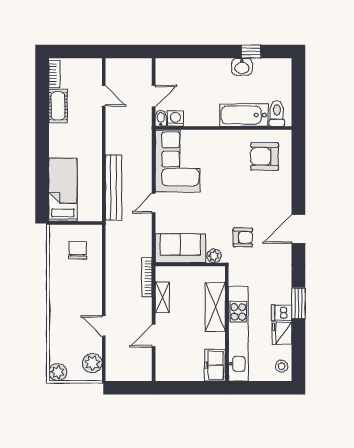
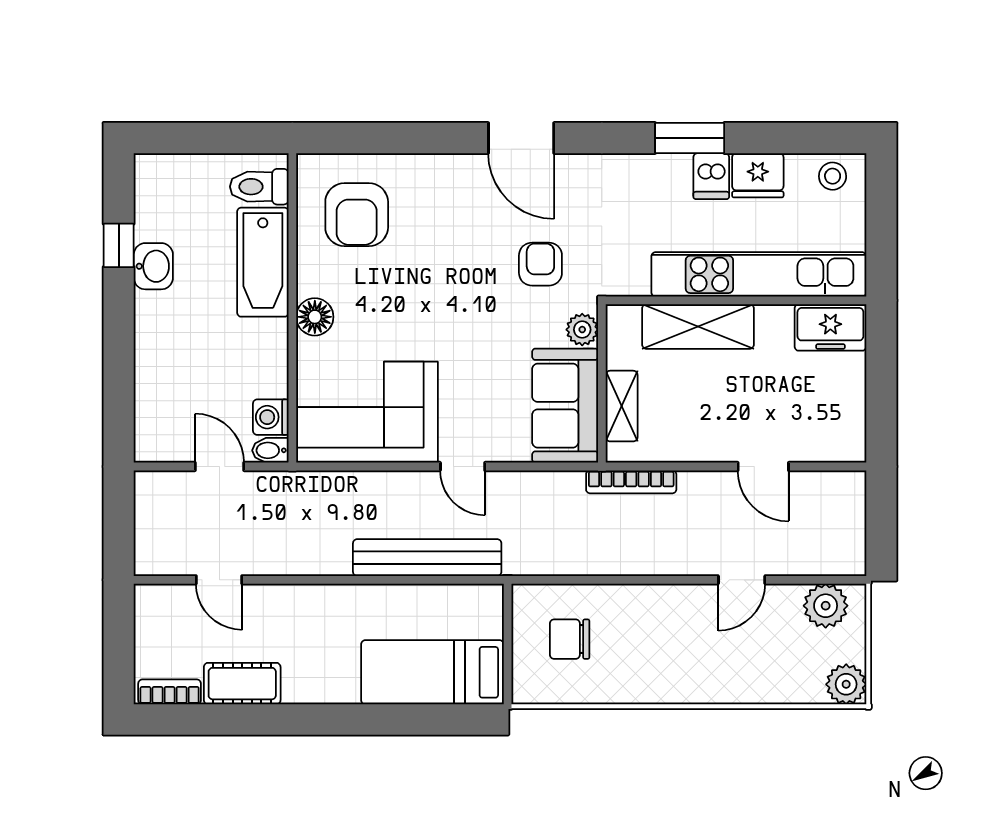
door: (104, 96) -> (219, 580), swing flipped
floor lamp: (220, 138) -> (315, 317), added
shelving: (162, 297) -> (622, 406), moved, turned 90

